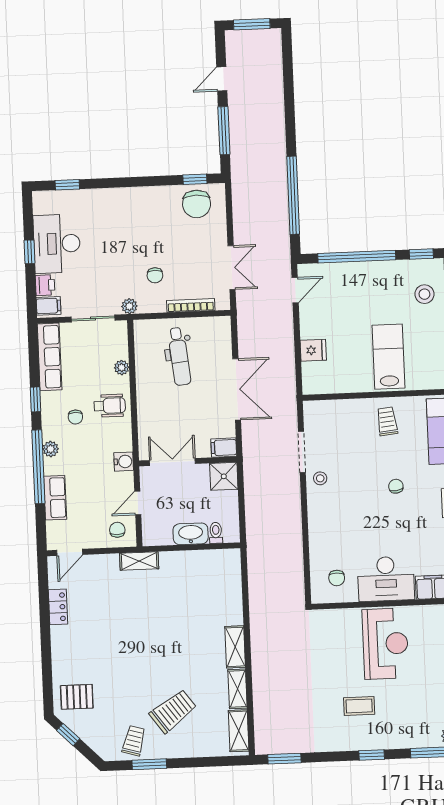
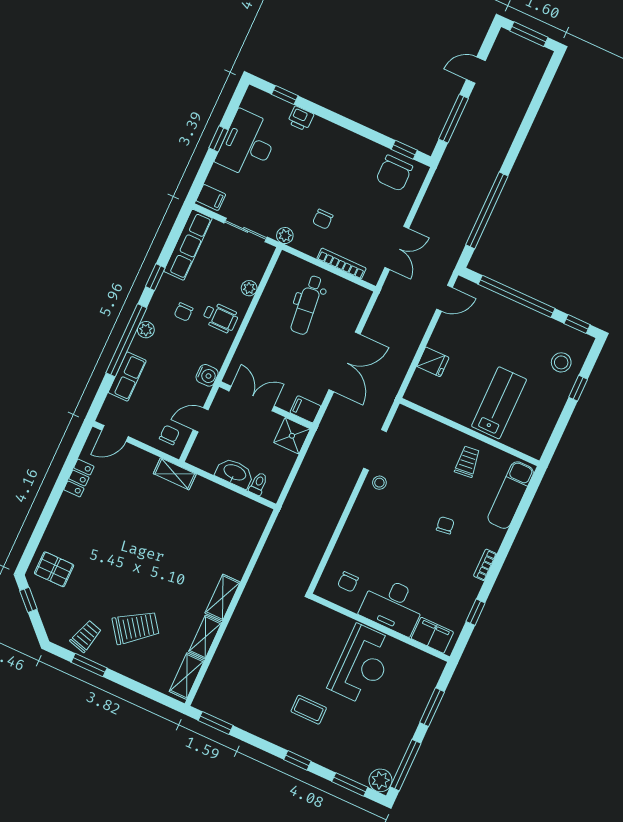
printer: (45, 285) -> (301, 118), moved, turned 90

